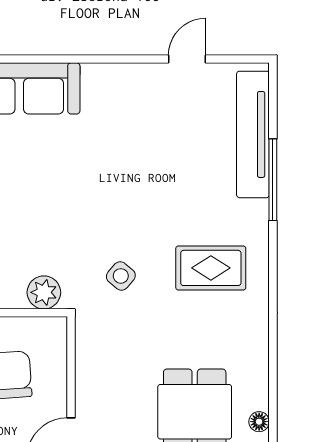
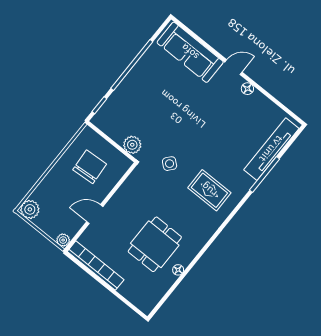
door: (187, 59) -> (233, 67), moved
floor lamp: (146, 74) -> (247, 89), added

